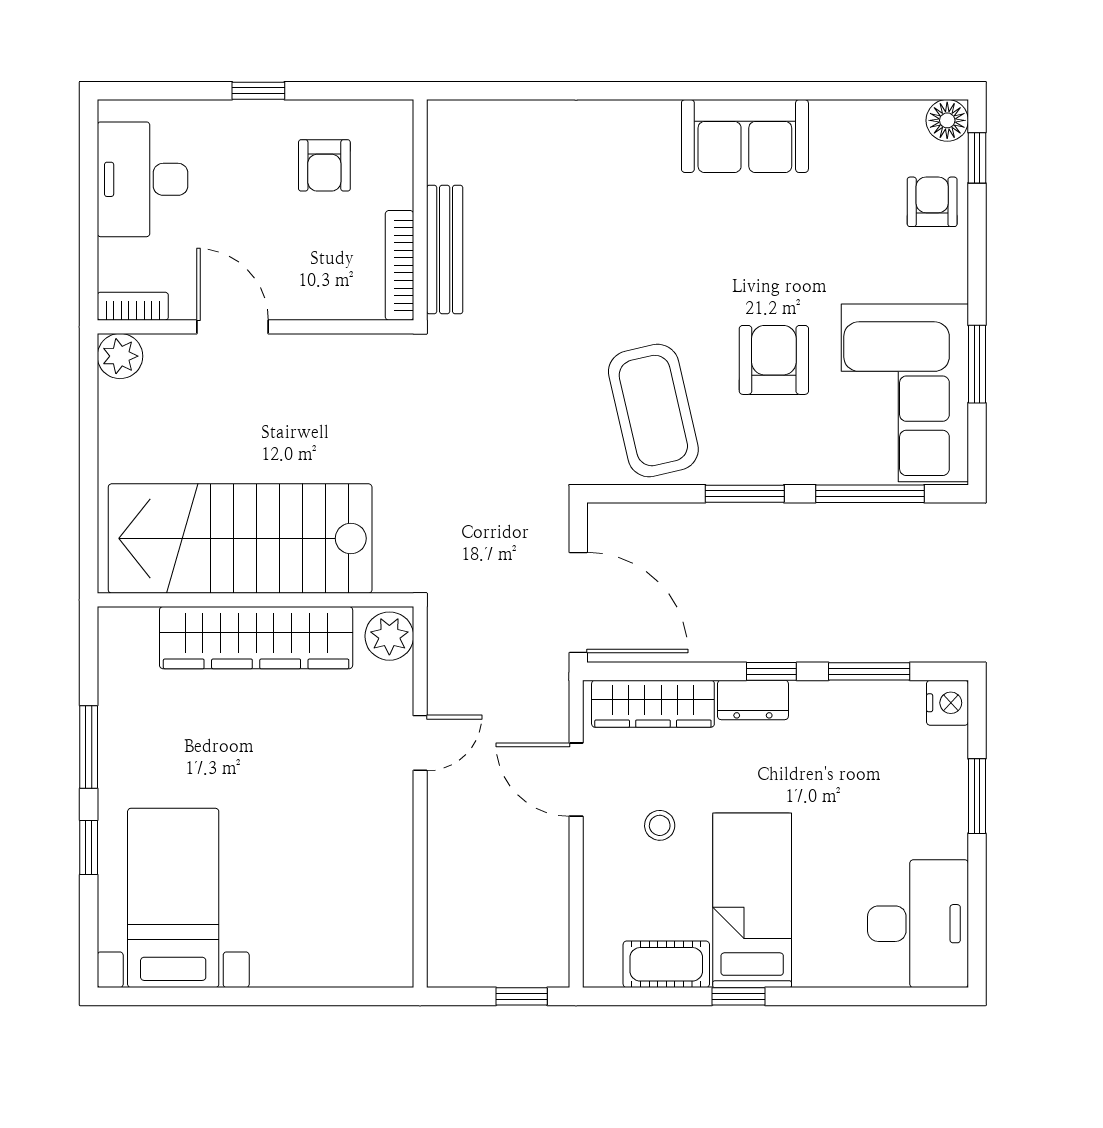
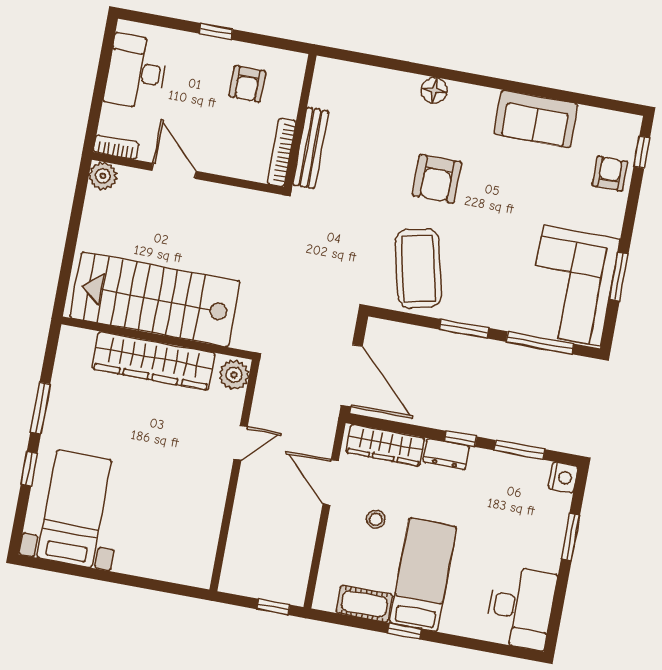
floor lamp: (947, 120) -> (434, 90), moved
sofa: (745, 136) -> (536, 119), moved
armchair: (774, 360) -> (437, 179), moved, turned 180

